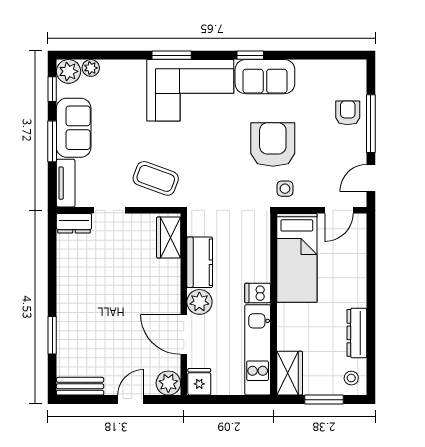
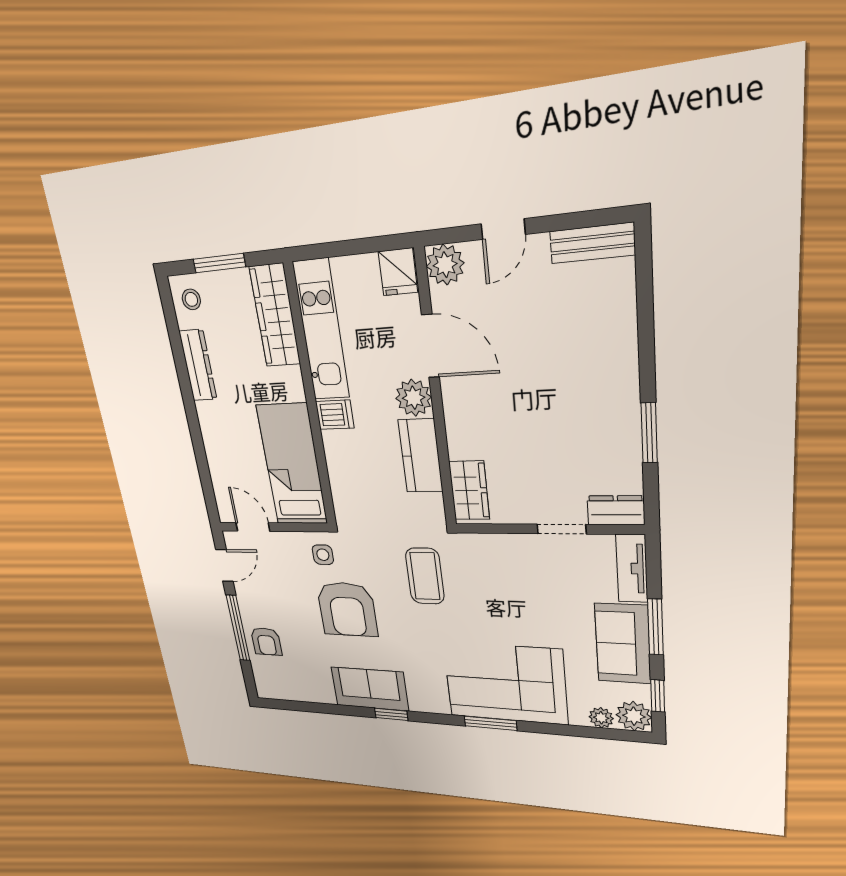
corner sofa: (190, 90) -> (505, 683), moved
coffee table: (156, 178) -> (425, 576), moved, turned 70
door: (339, 210) -> (253, 527), hinge flipped
window: (52, 335) -> (649, 433), moved
wardrobe: (290, 373) -> (275, 316), width x1.50

